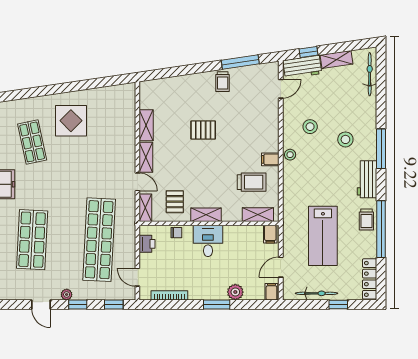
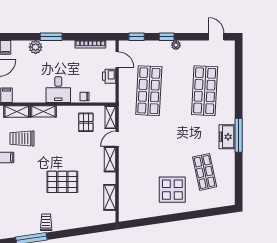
shelving: (146, 125) -> (110, 197), moved
pallet: (203, 130) -> (62, 182), width x1.50, depth x1.42
door: (137, 182) -> (117, 139), hinge flipped
shelving: (206, 215) -> (43, 111), moved
shop shelf: (99, 240) -> (149, 91), width x0.71
printer: (147, 244) -> (109, 76), moved
door: (41, 304) -> (216, 37), moved

